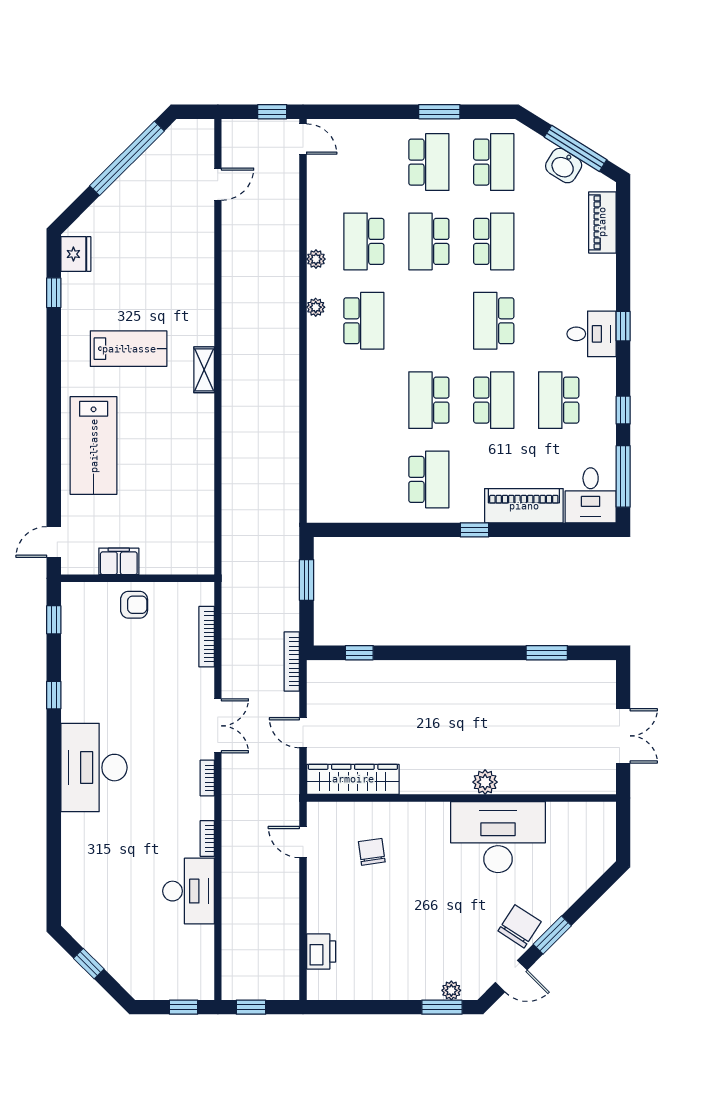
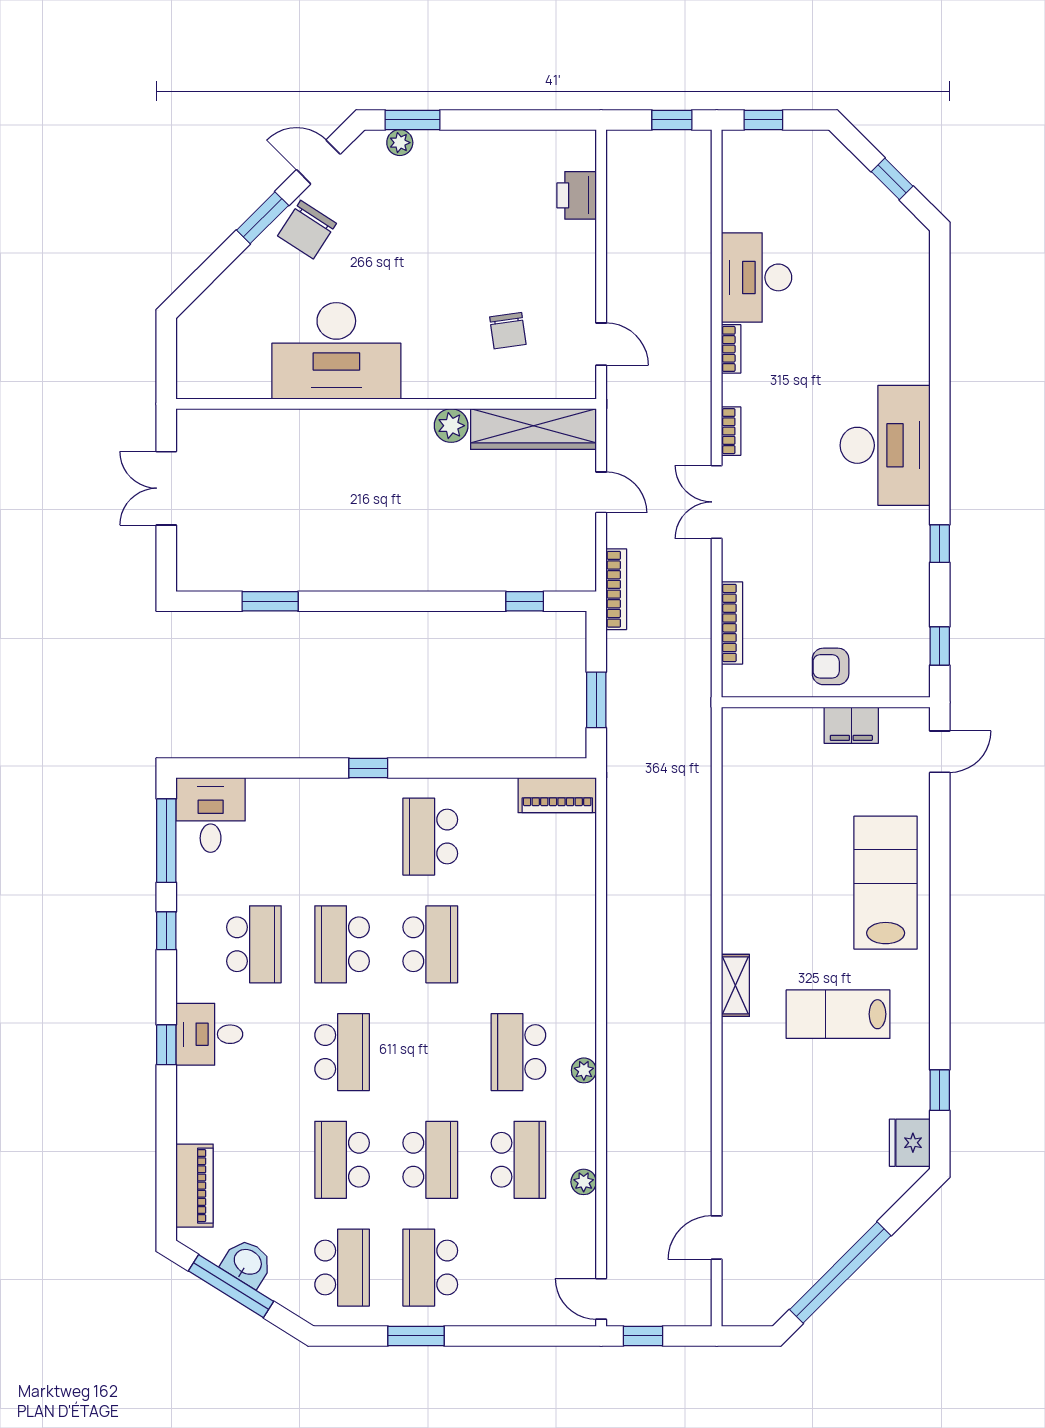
school desk: (494, 162) -> (342, 1268), turned 180
plant: (316, 259) -> (584, 1182), moved
piano: (524, 506) -> (557, 795), moved, width x0.73, depth x0.75
plant: (485, 782) -> (451, 426), moved

